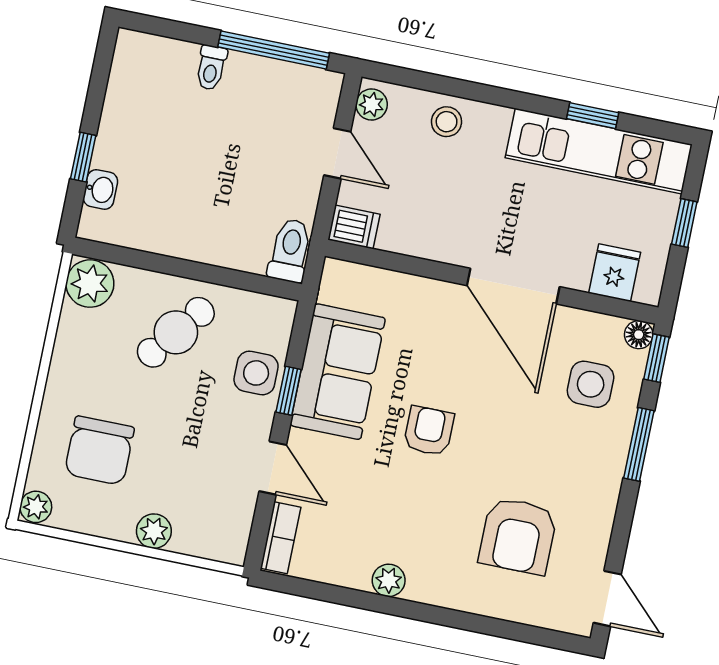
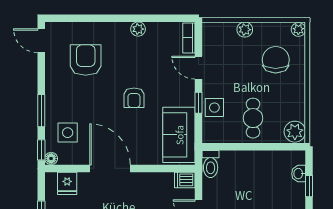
cafe table: (176, 332) -> (253, 118), turned -38
sofa: (338, 372) -> (179, 135), moved

